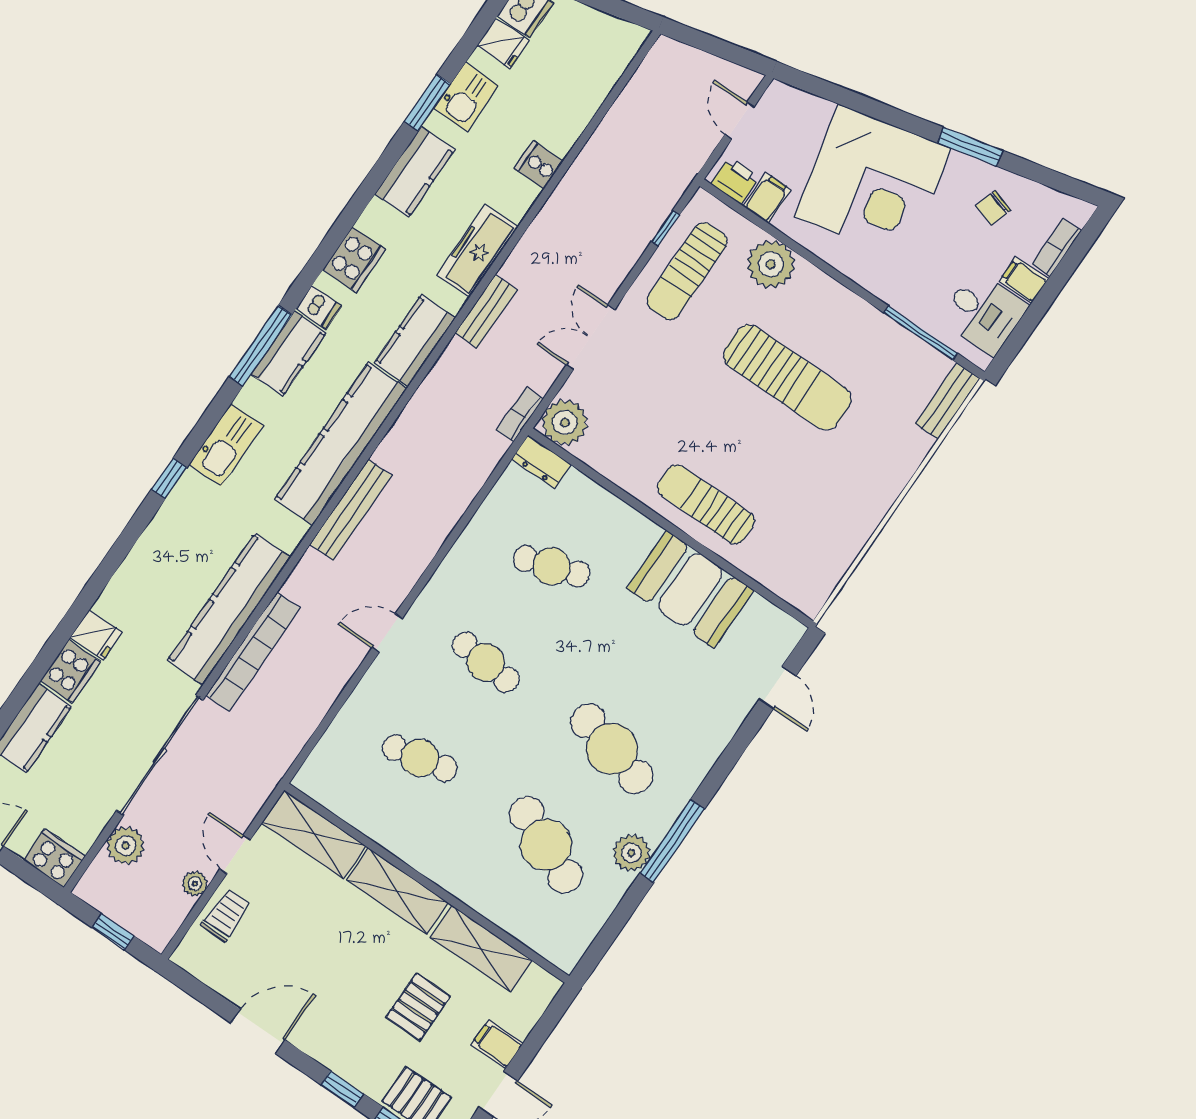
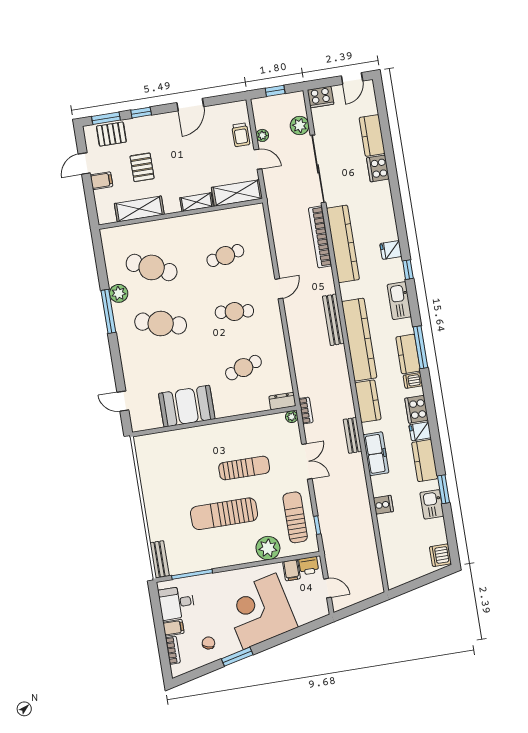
fridge: (503, 43) -> (420, 431), moved
plant: (565, 422) -> (292, 417), width x0.53, depth x0.53
sun lounger: (706, 504) -> (244, 468), moved
fridge: (96, 635) -> (391, 250), moved
shelving: (397, 891) -> (197, 202), width x0.67, depth x0.75

